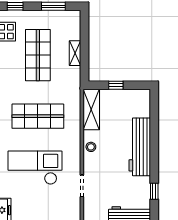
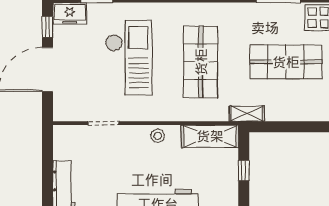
shelving: (75, 53) -> (247, 113), moved

